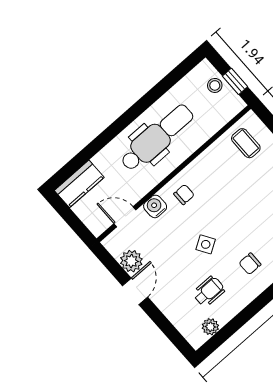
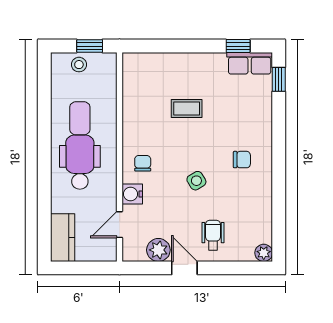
coffee table: (246, 143) -> (187, 108), moved
chair: (250, 264) -> (242, 160), turned -90
wheelchair: (209, 291) -> (213, 235), moved
plant: (210, 327) -> (264, 253), moved

